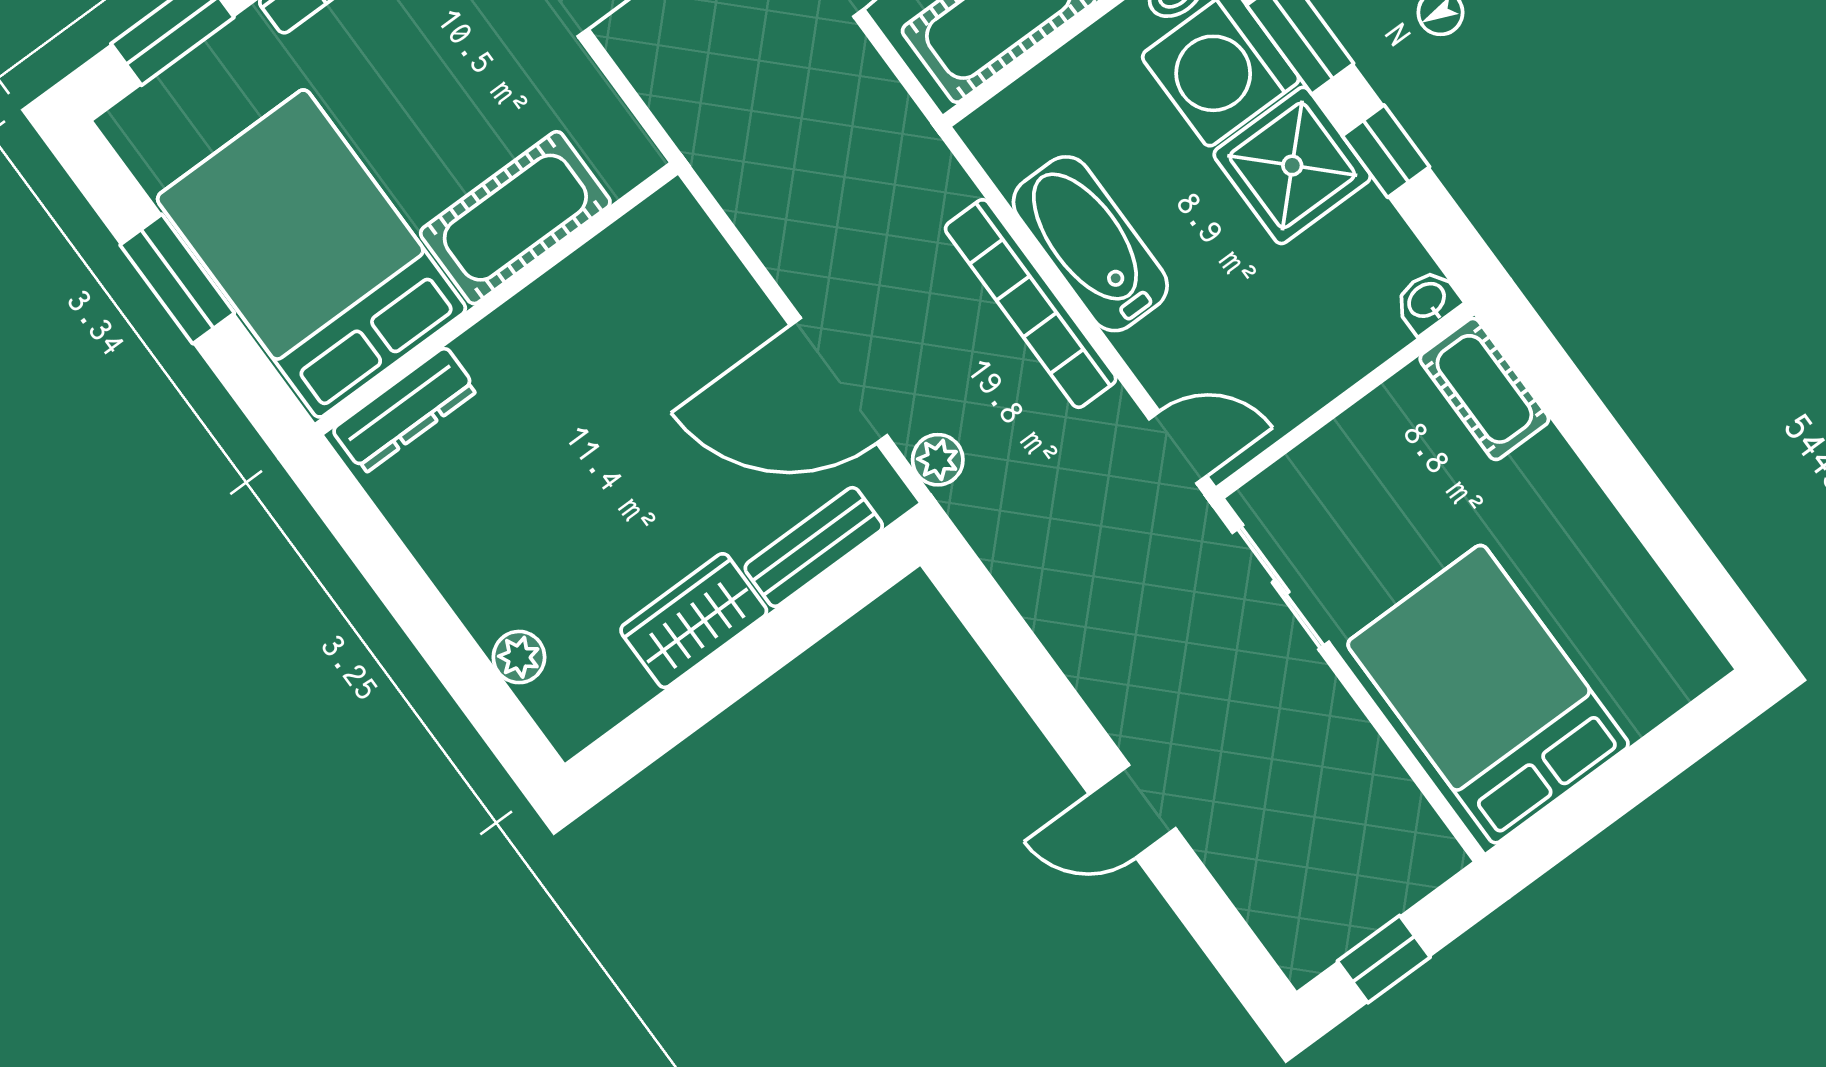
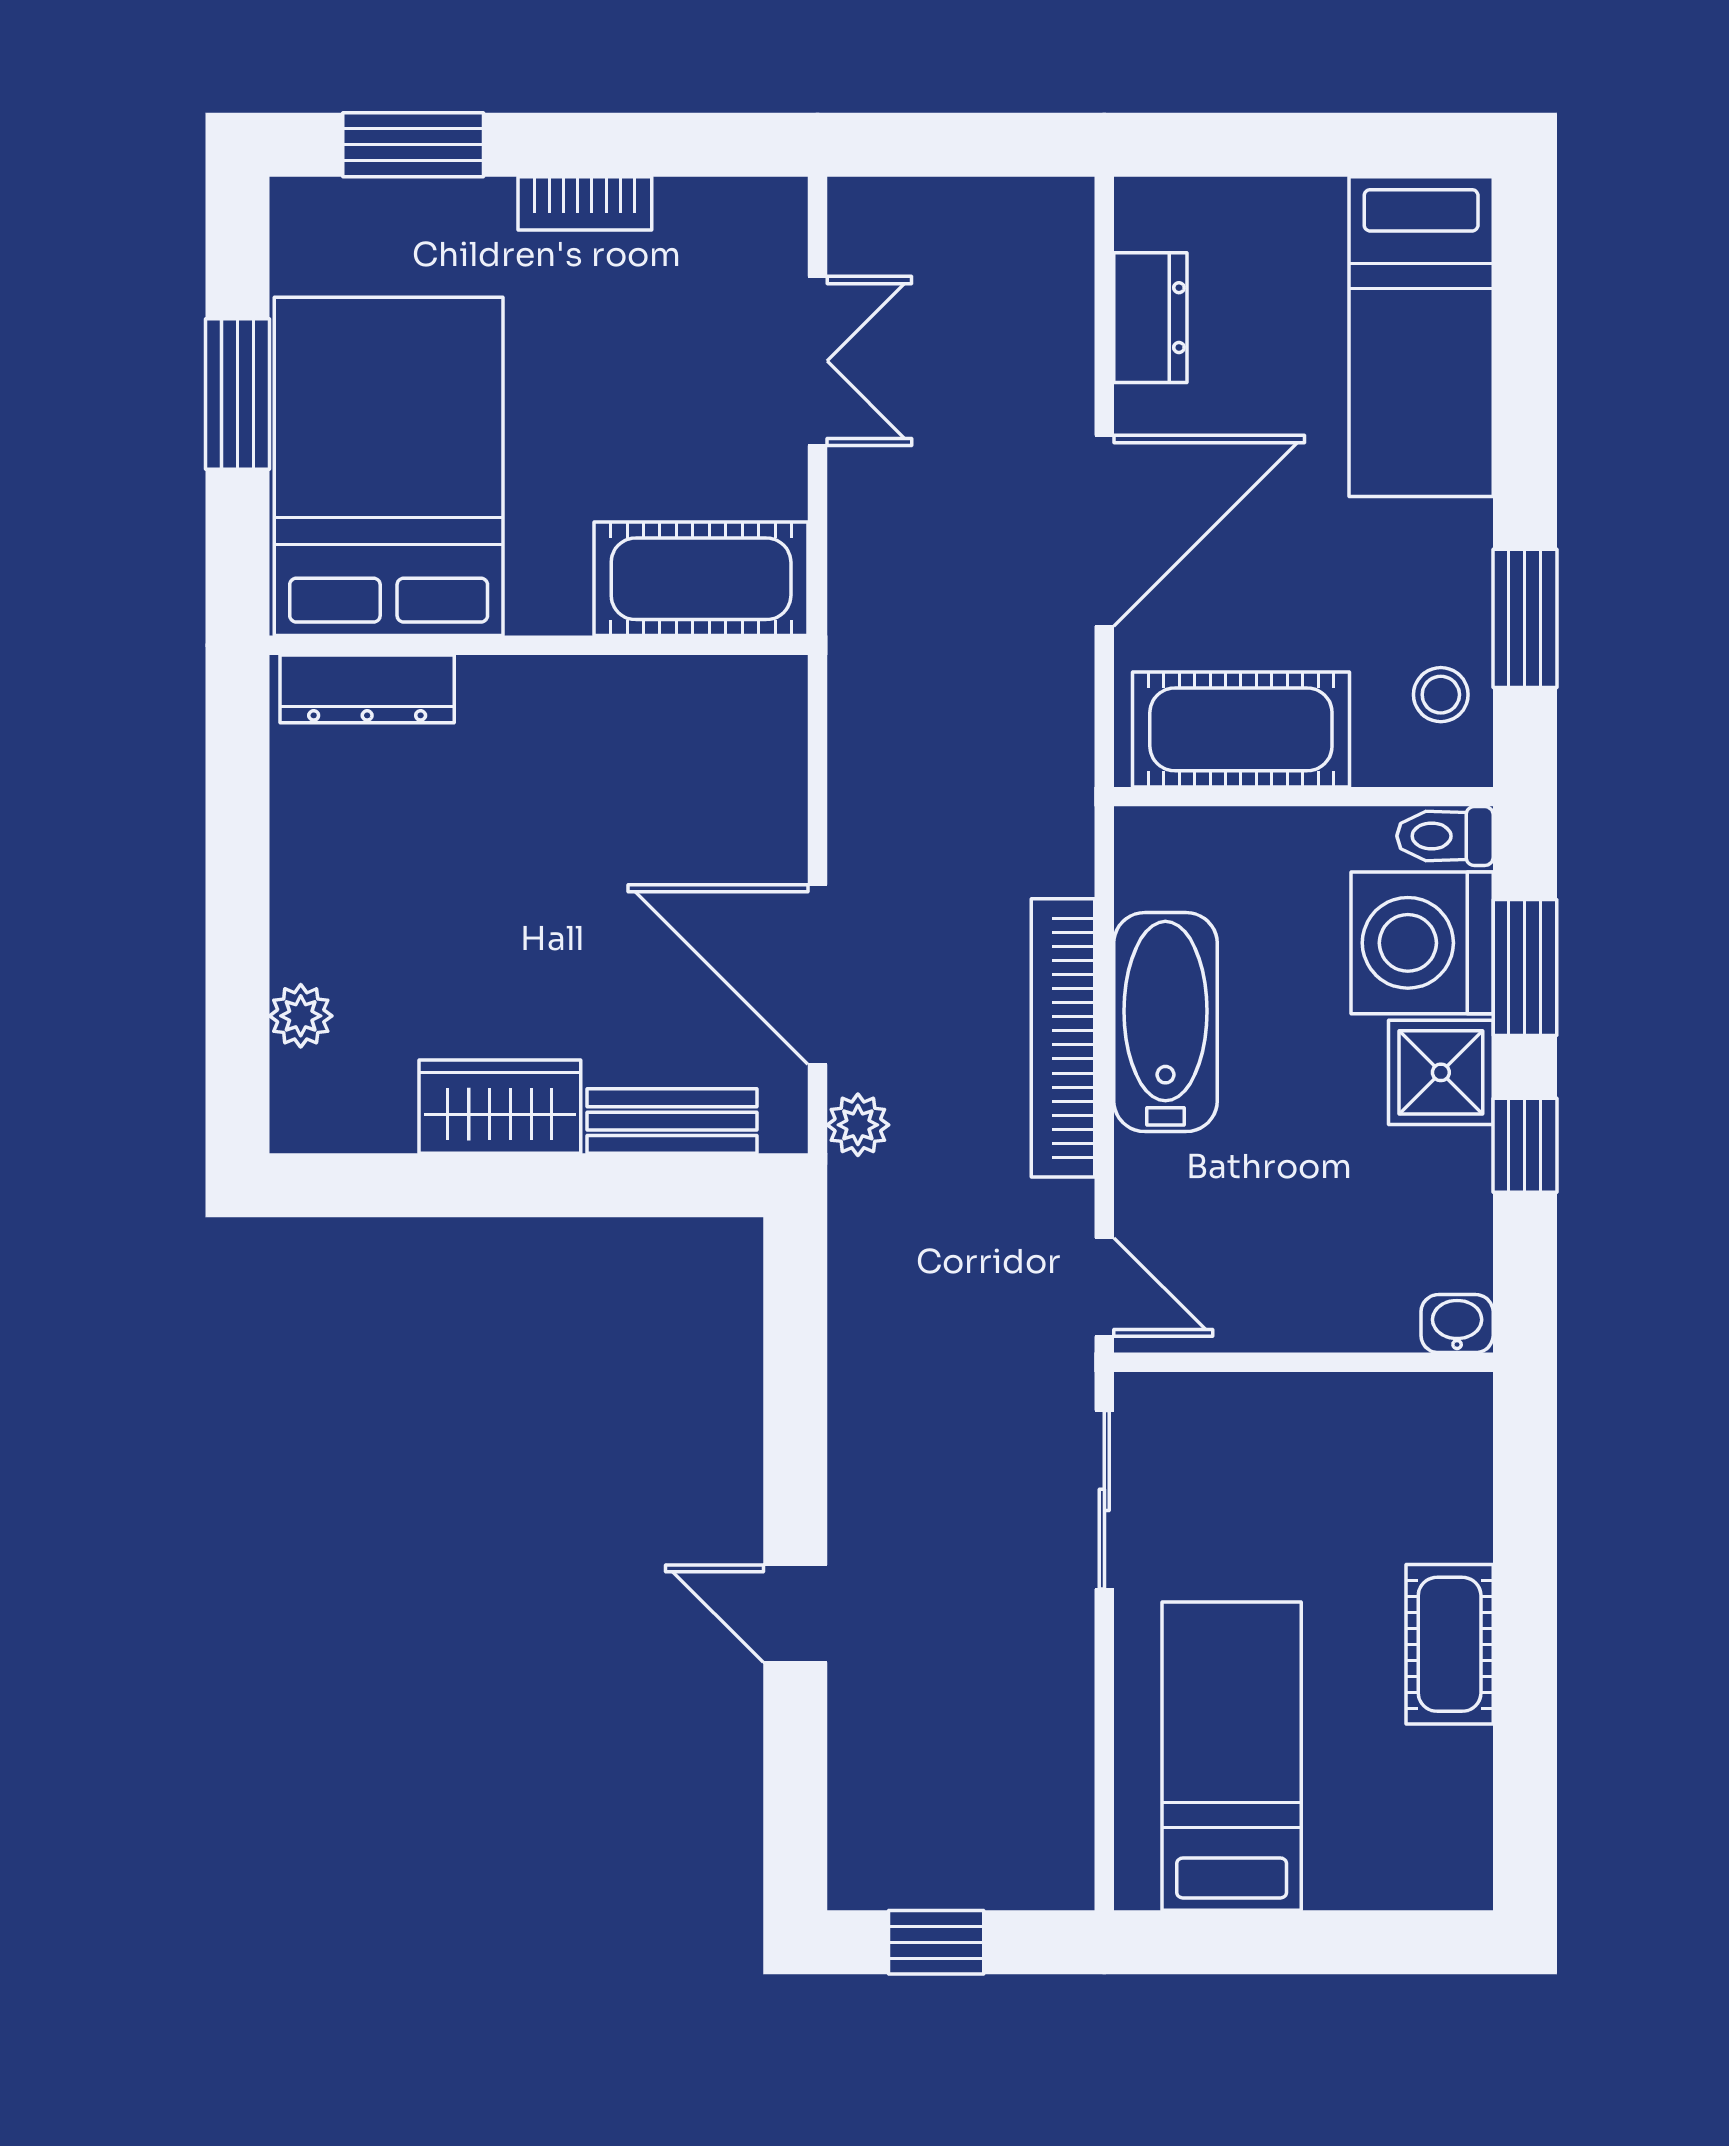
shower: (1292, 165) -> (1441, 1072), width x0.73, depth x0.73
cot: (515, 218) -> (701, 579), moved
cot: (1484, 389) -> (1450, 1644), moved
bed: (1488, 694) -> (1232, 1756), width x0.67

